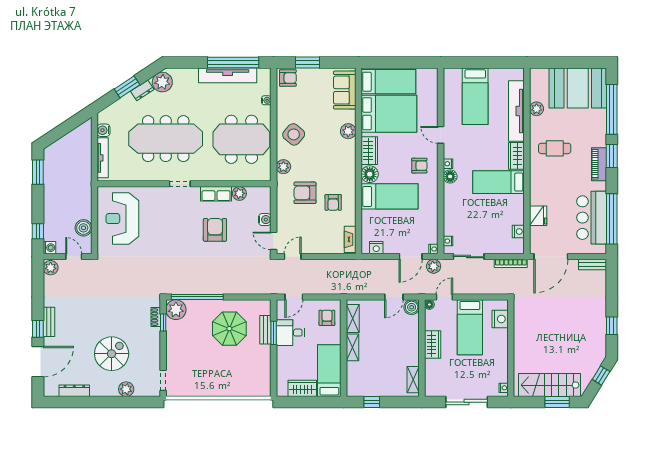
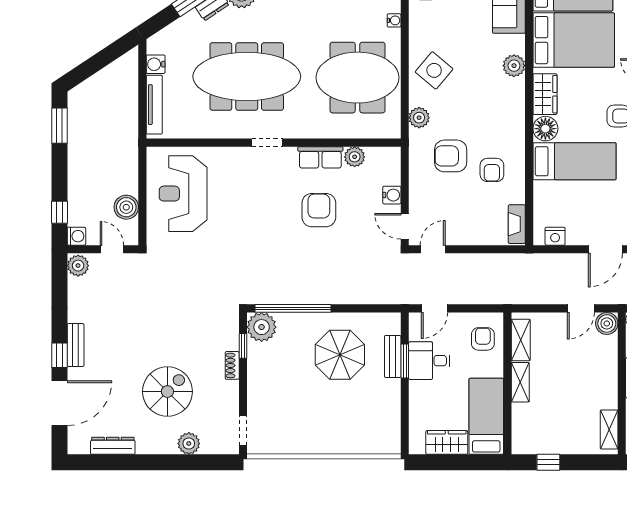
shoe rack: (156, 317) -> (232, 365), moved

